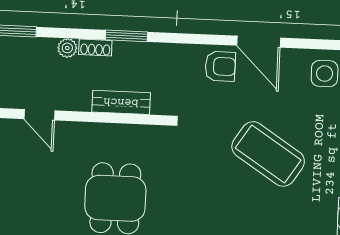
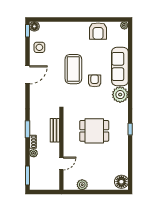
armchair: (220, 66) -> (95, 81), moved
coffee table: (268, 154) -> (73, 69), turned -33

